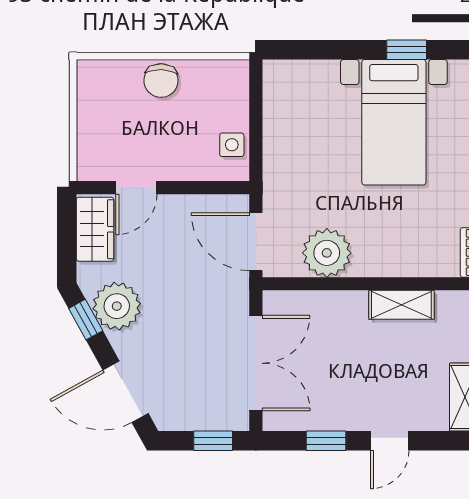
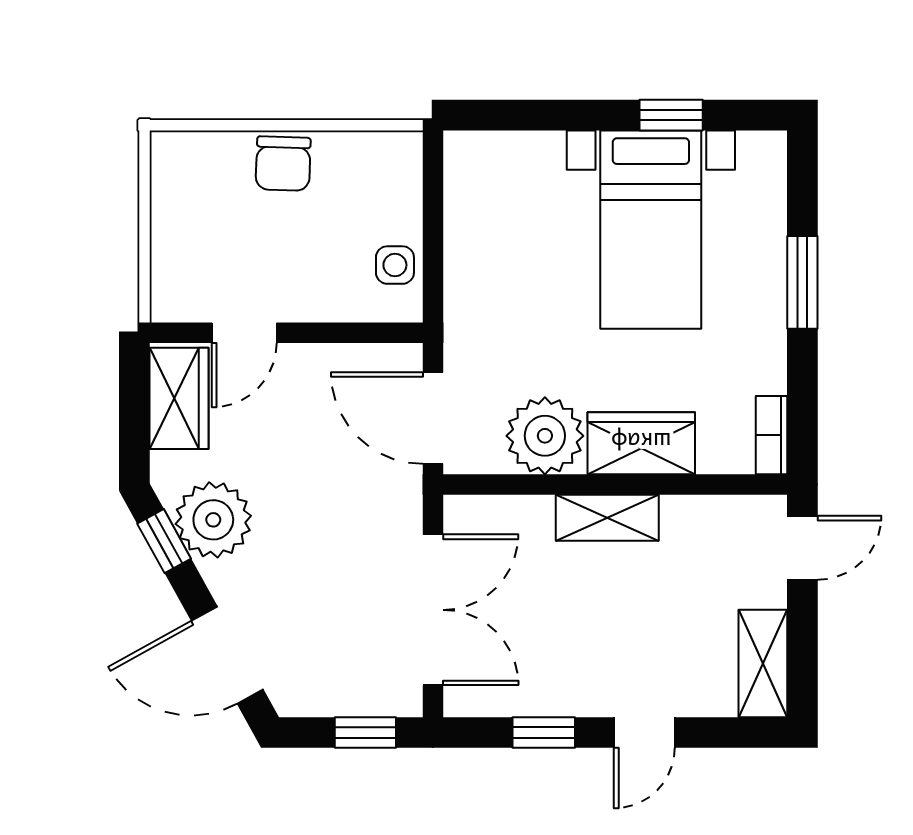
wardrobe: (388, 258) -> (641, 443), added
shelving: (401, 305) -> (607, 518), moved

